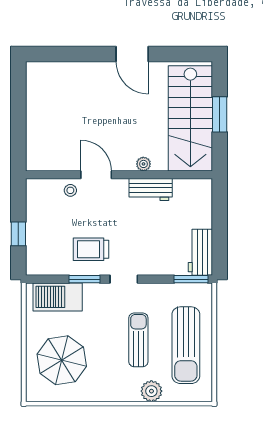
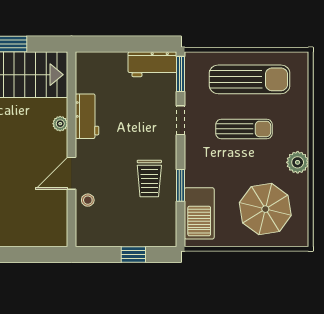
doorway: (124, 279) -> (181, 120), moved
sun lounger: (138, 340) -> (244, 129), turned 180
plant: (151, 391) -> (298, 162), moved

